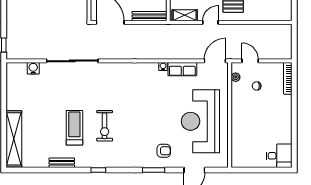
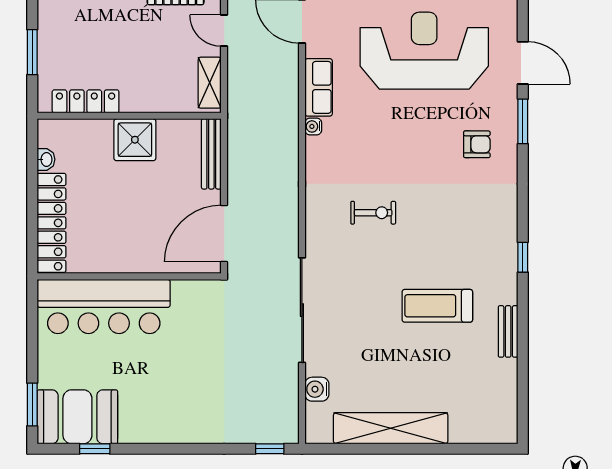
reception desk: (200, 121) -> (424, 51), turned 180
exercise bike: (105, 126) -> (373, 213), moved, width x0.73, depth x0.72
shelving: (14, 139) -> (391, 428), moved
armchair: (164, 151) -> (477, 144), moved, turned 90
window: (154, 170) -> (523, 121), moved

